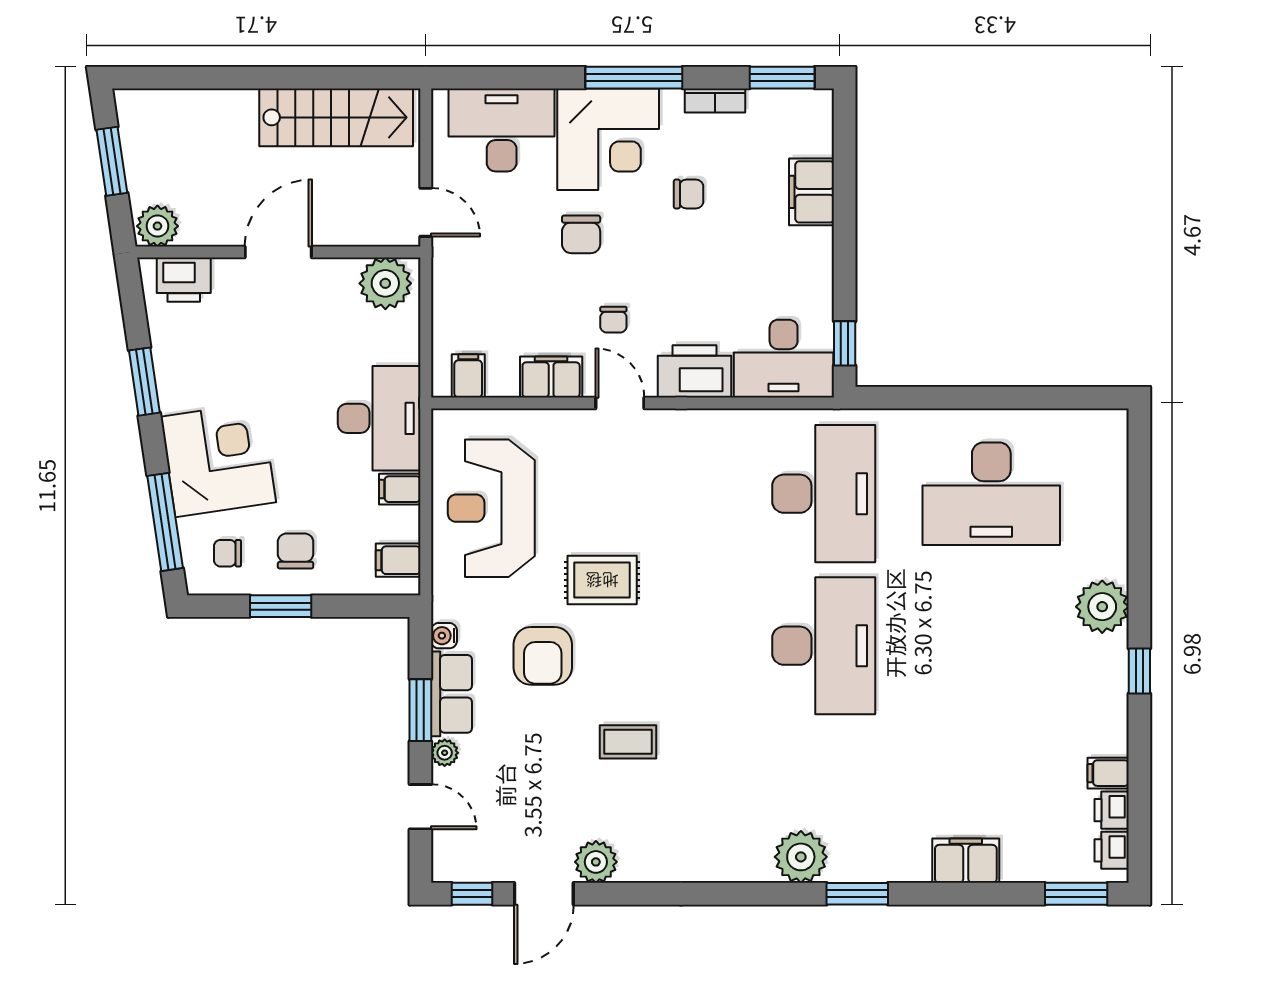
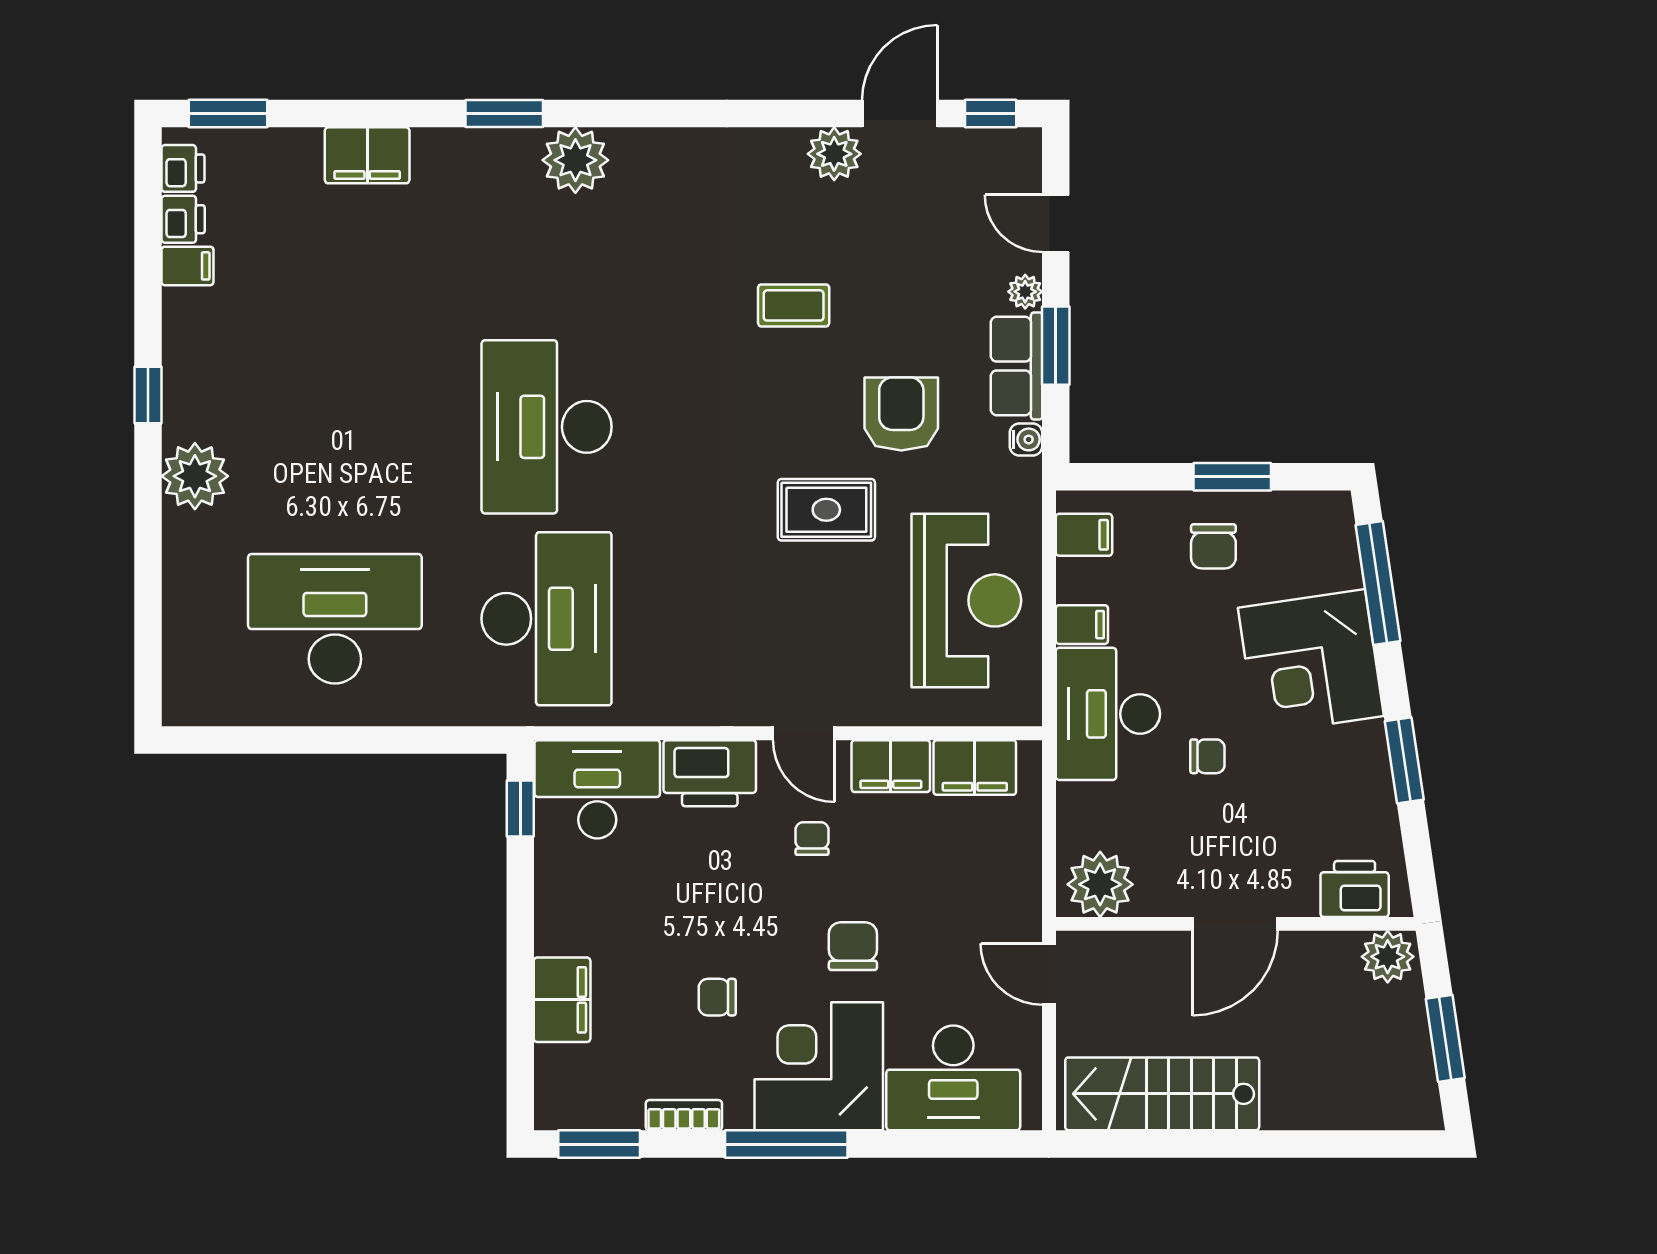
filing cabinet: (468, 376) -> (975, 768), width x2.00
desk: (824, 494) -> (547, 619), turned 180
chair: (227, 553) -> (1207, 756), moved

